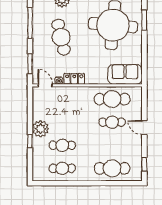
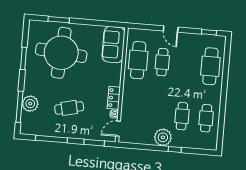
cafe table: (61, 37) -> (69, 108), width x0.73, depth x0.74
door: (144, 128) -> (171, 29), hinge flipped

